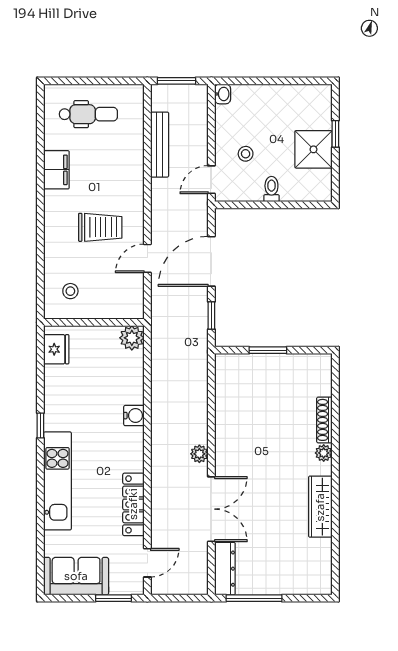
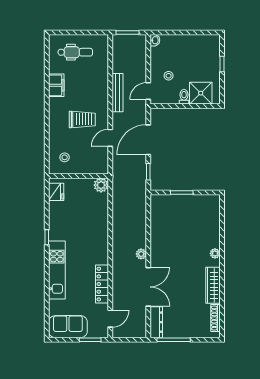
bench: (160, 145) -> (118, 93), moved
shower: (313, 149) -> (201, 93), moved
water cooler: (134, 416) -> (102, 231), removed
shoe rack: (324, 420) -> (215, 318), moved

